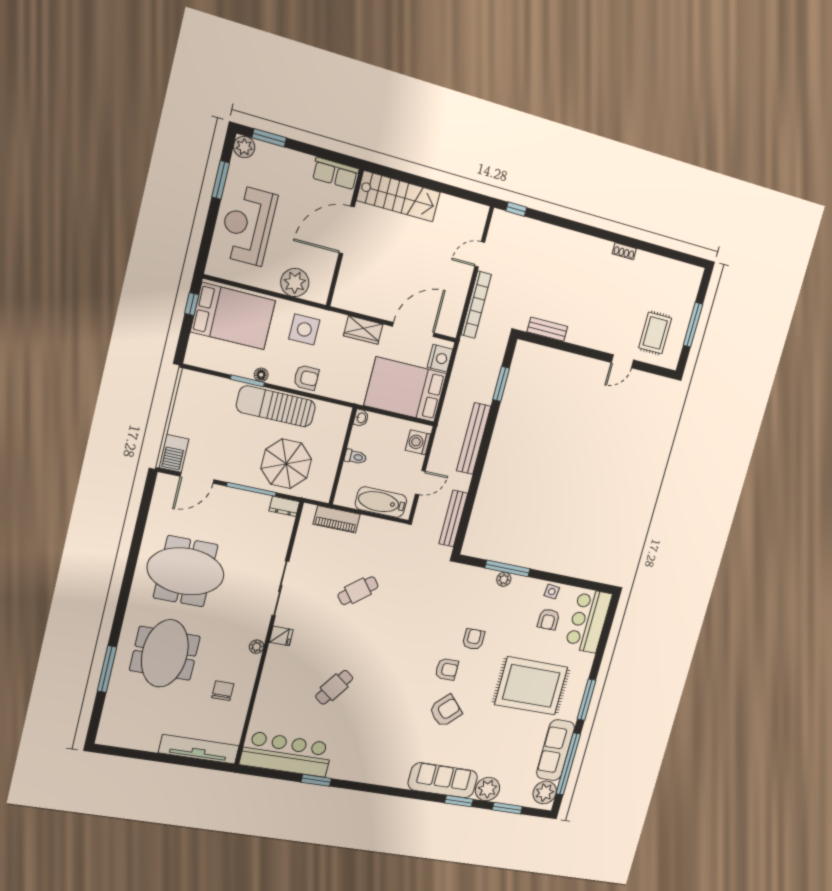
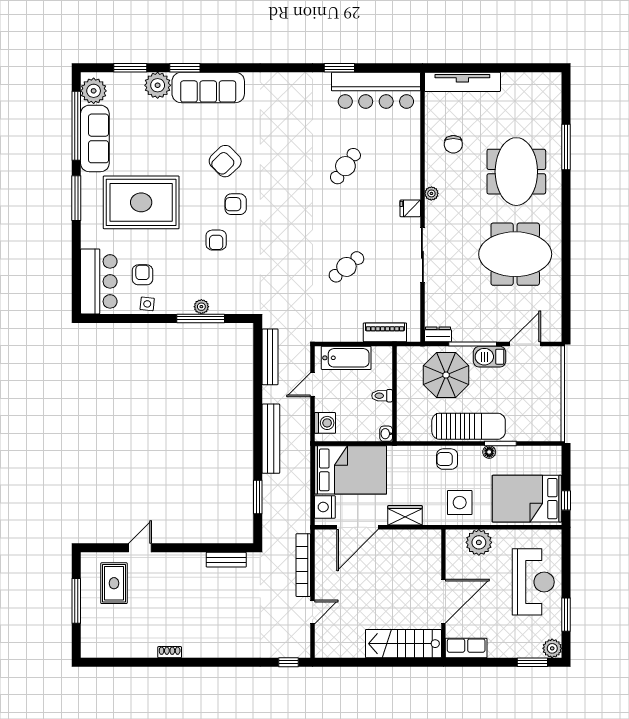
barbecue: (174, 453) -> (489, 357), moved, turned -90

